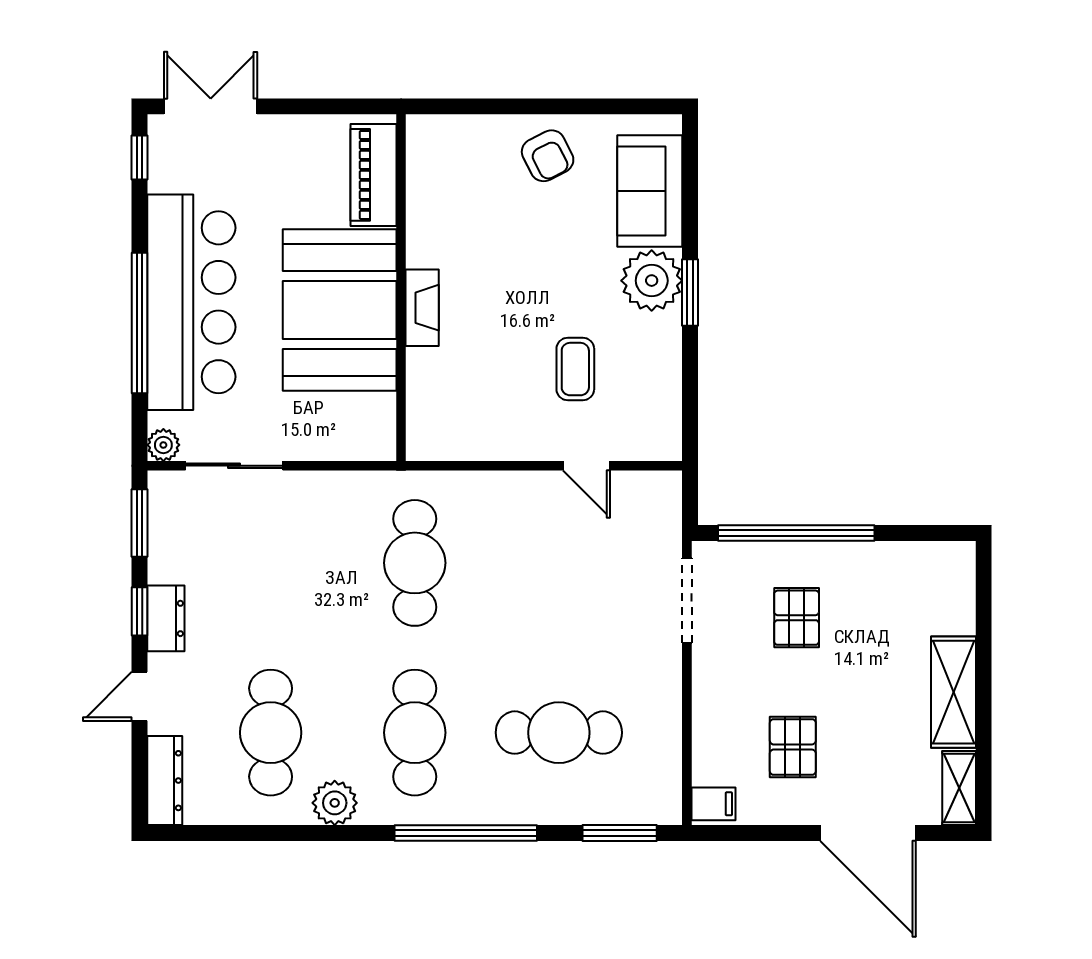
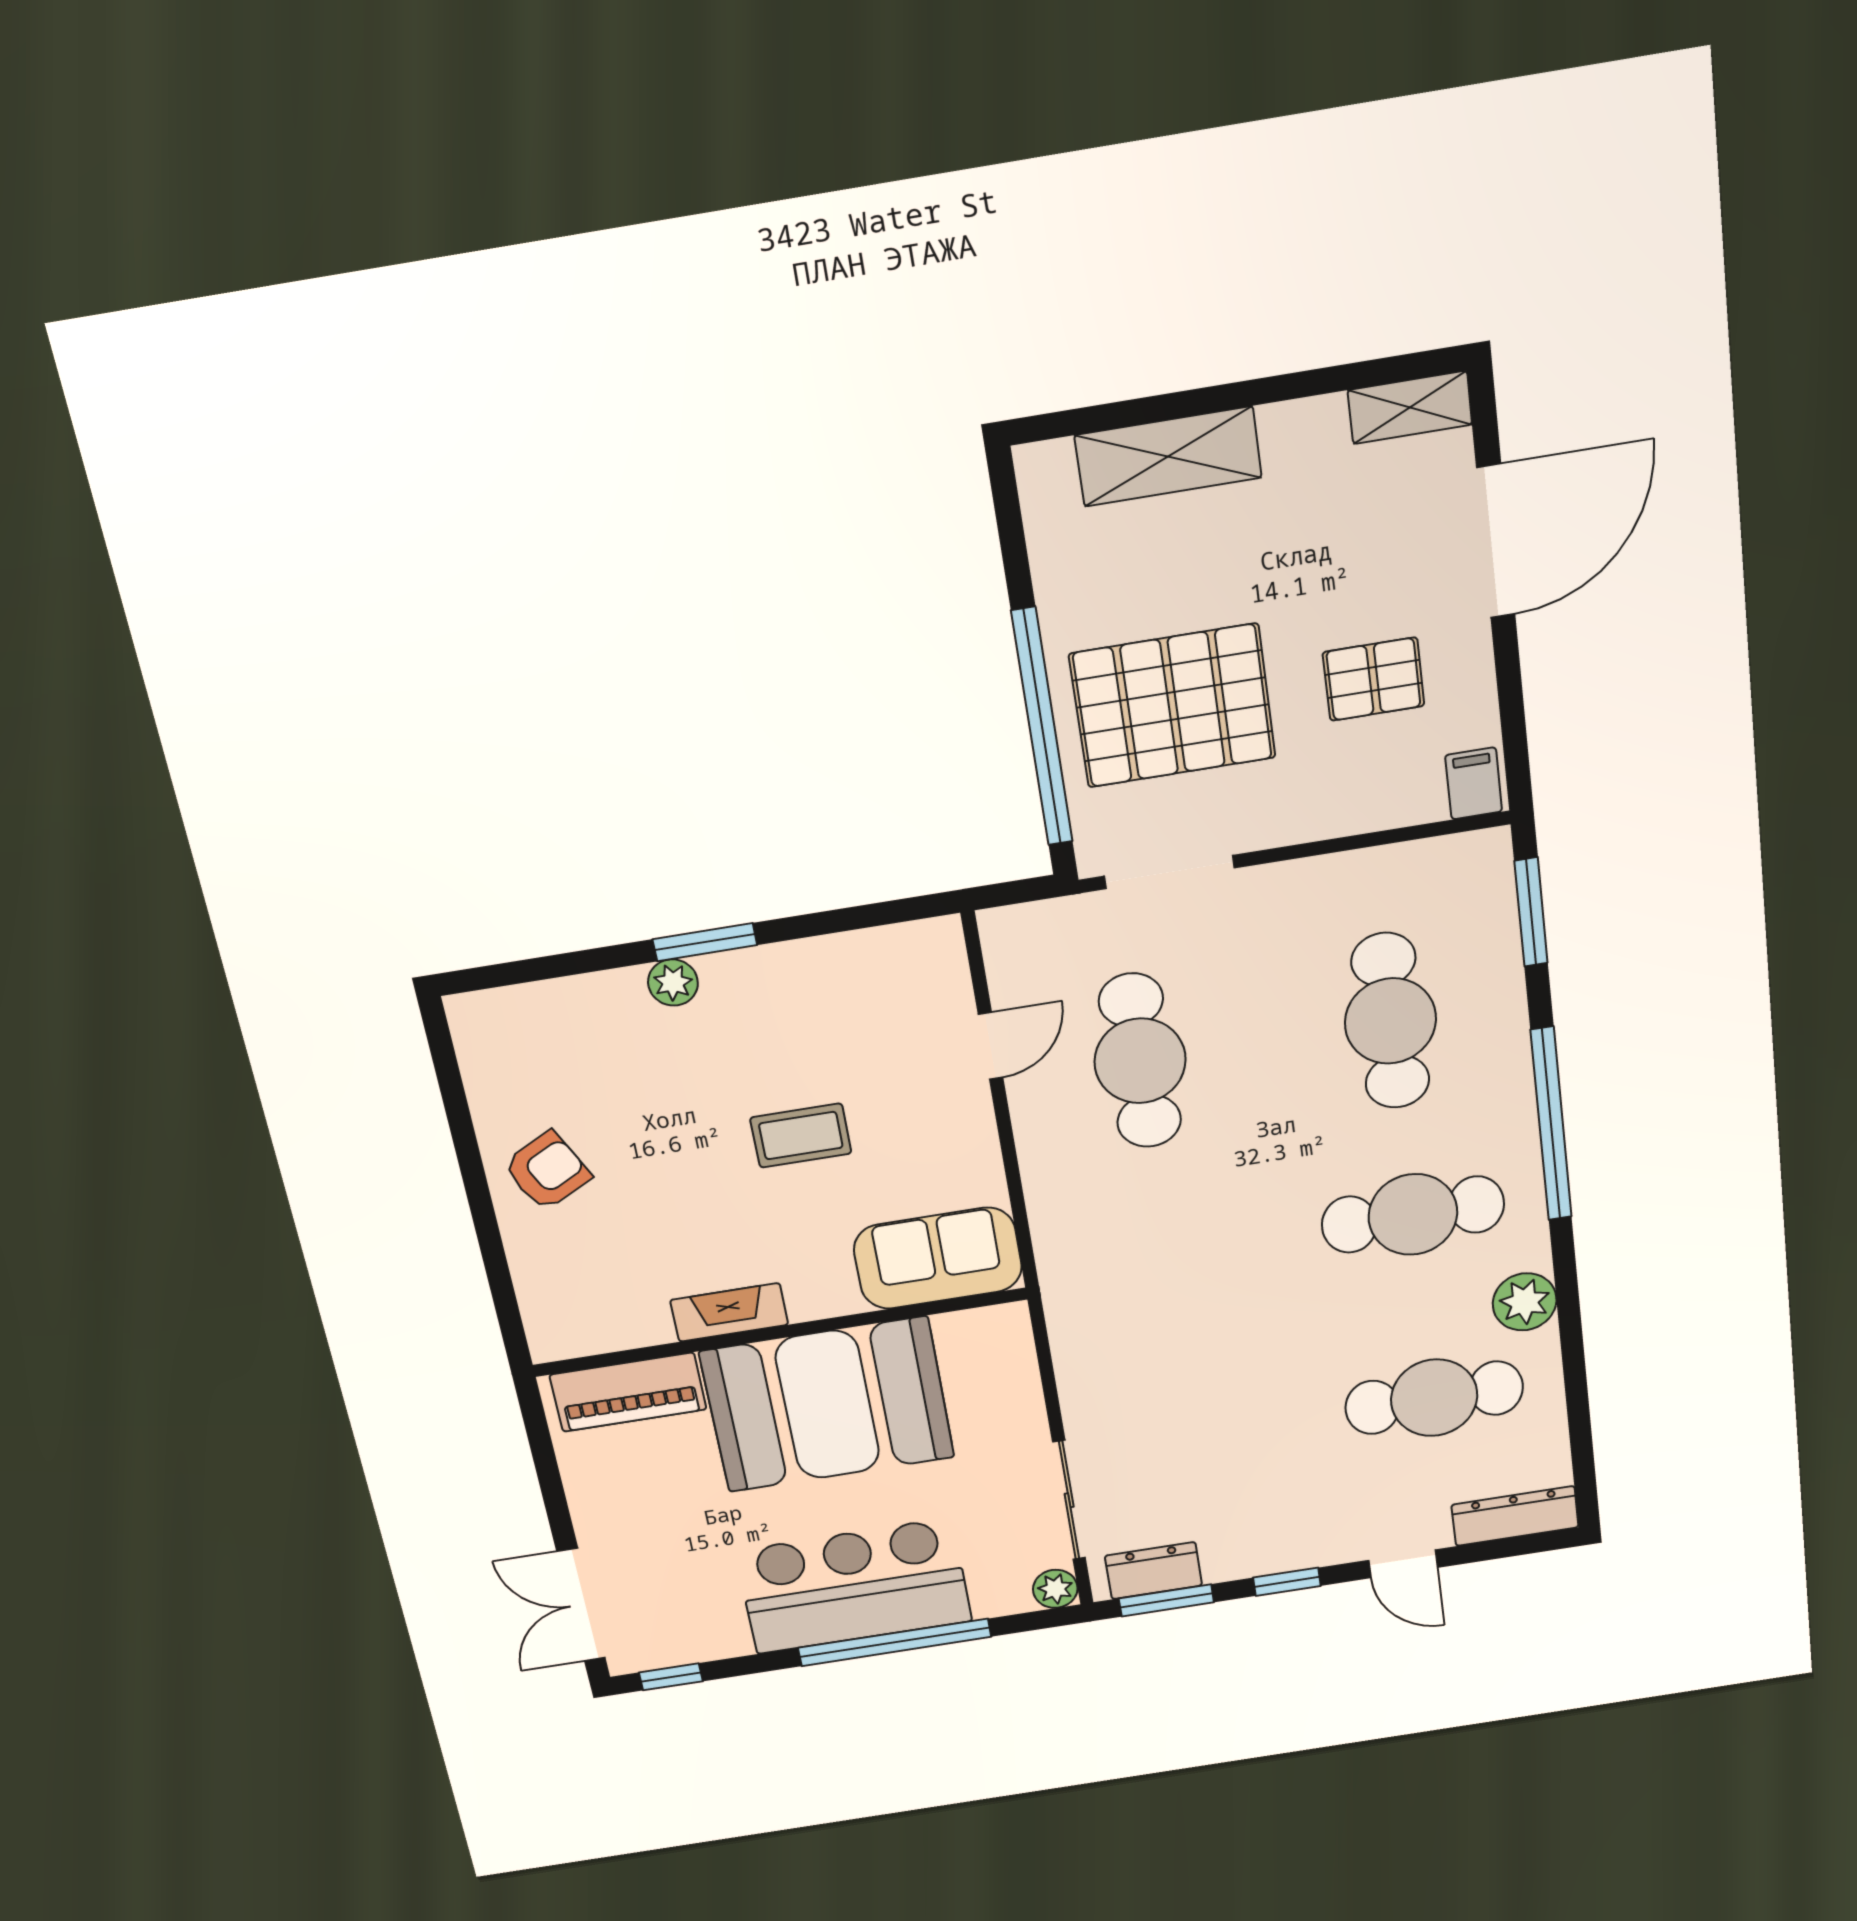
sofa: (650, 191) -> (938, 1258), moved, turned 180
plant: (652, 281) -> (673, 983), width x0.53, depth x0.53
bar counter: (191, 302) -> (854, 1586), width x0.73
fireplace: (422, 308) -> (729, 1312), moved
coffee table: (575, 369) -> (801, 1136), moved
cafe table: (415, 563) -> (1140, 1061), moved, turned 90
dresser: (166, 618) -> (1153, 1571), moved
pallet: (797, 618) -> (1173, 706), width x2.05, depth x2.00
shelving: (953, 692) -> (1168, 456), moved

